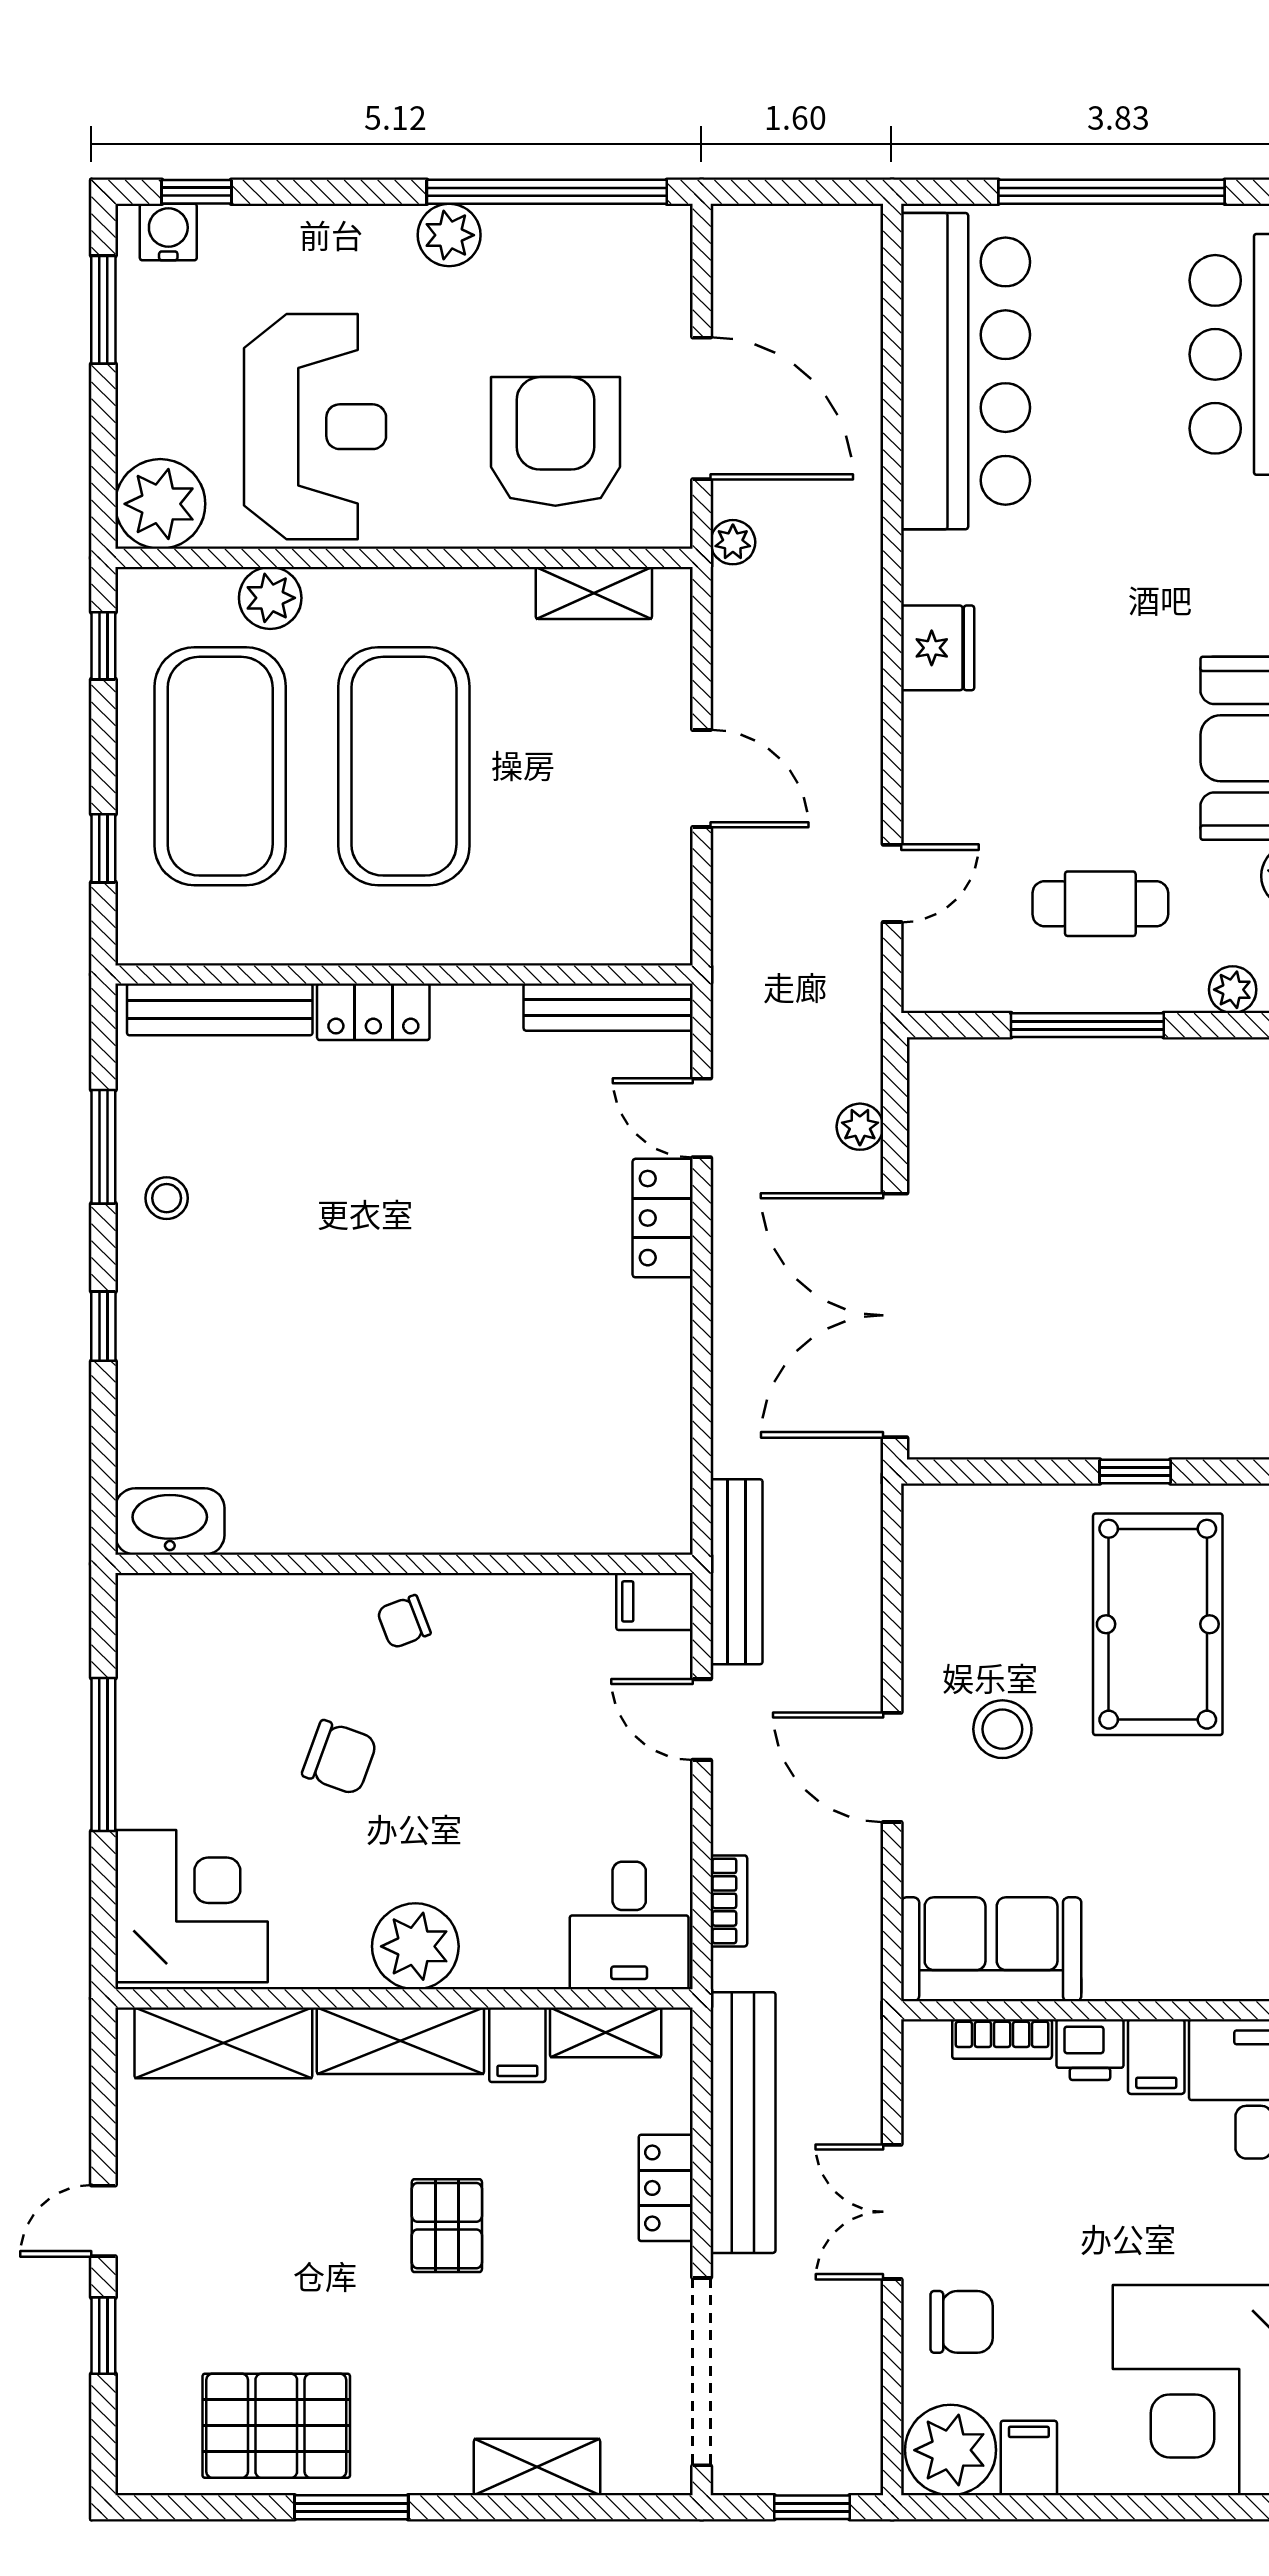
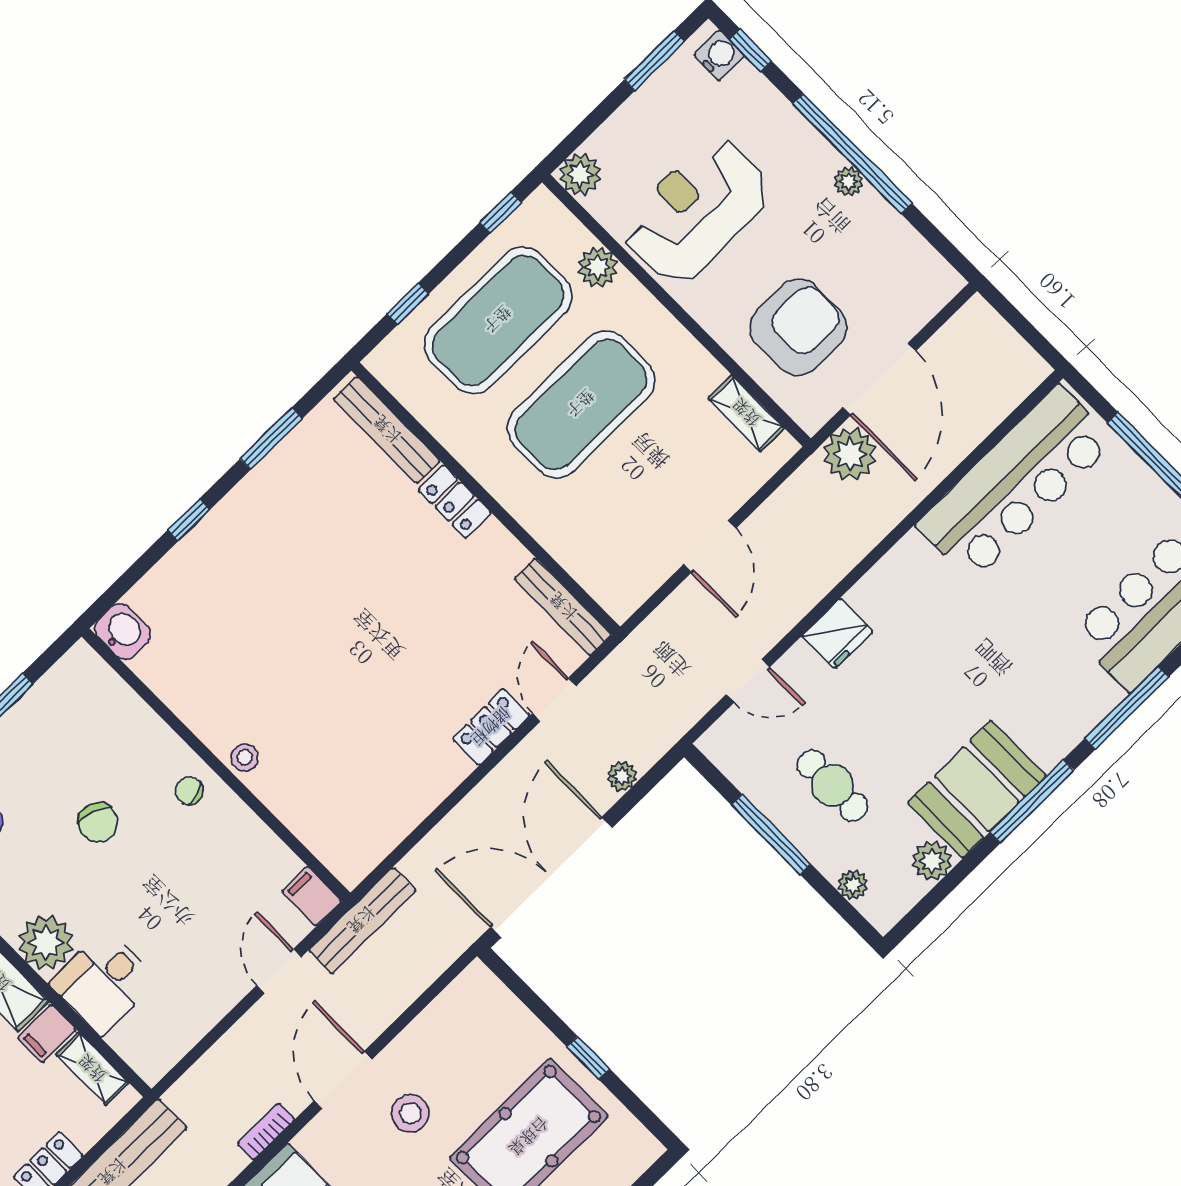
window: (547, 192) -> (852, 154), moved
plant: (449, 235) -> (849, 181), width x0.73, depth x0.73
reception desk: (315, 427) -> (696, 210), turned 180
plant: (160, 504) -> (580, 174), width x0.73, depth x0.73
plant: (733, 542) -> (850, 454), width x1.88, depth x1.88
fridge: (938, 648) -> (837, 634), moved
stool: (167, 1198) -> (245, 757), moved
washbasin: (170, 1522) -> (123, 631), width x0.72
bookcase: (729, 1901) -> (266, 1131), moved, turned 180
desk: (629, 1926) -> (104, 982), moved

